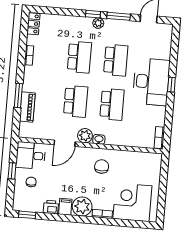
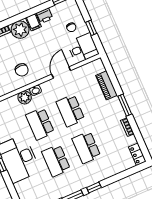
plant: (98, 23) -> (86, 183), removed
window: (18, 95) -> (125, 105), moved
plant: (85, 136) -> (25, 97), moved

